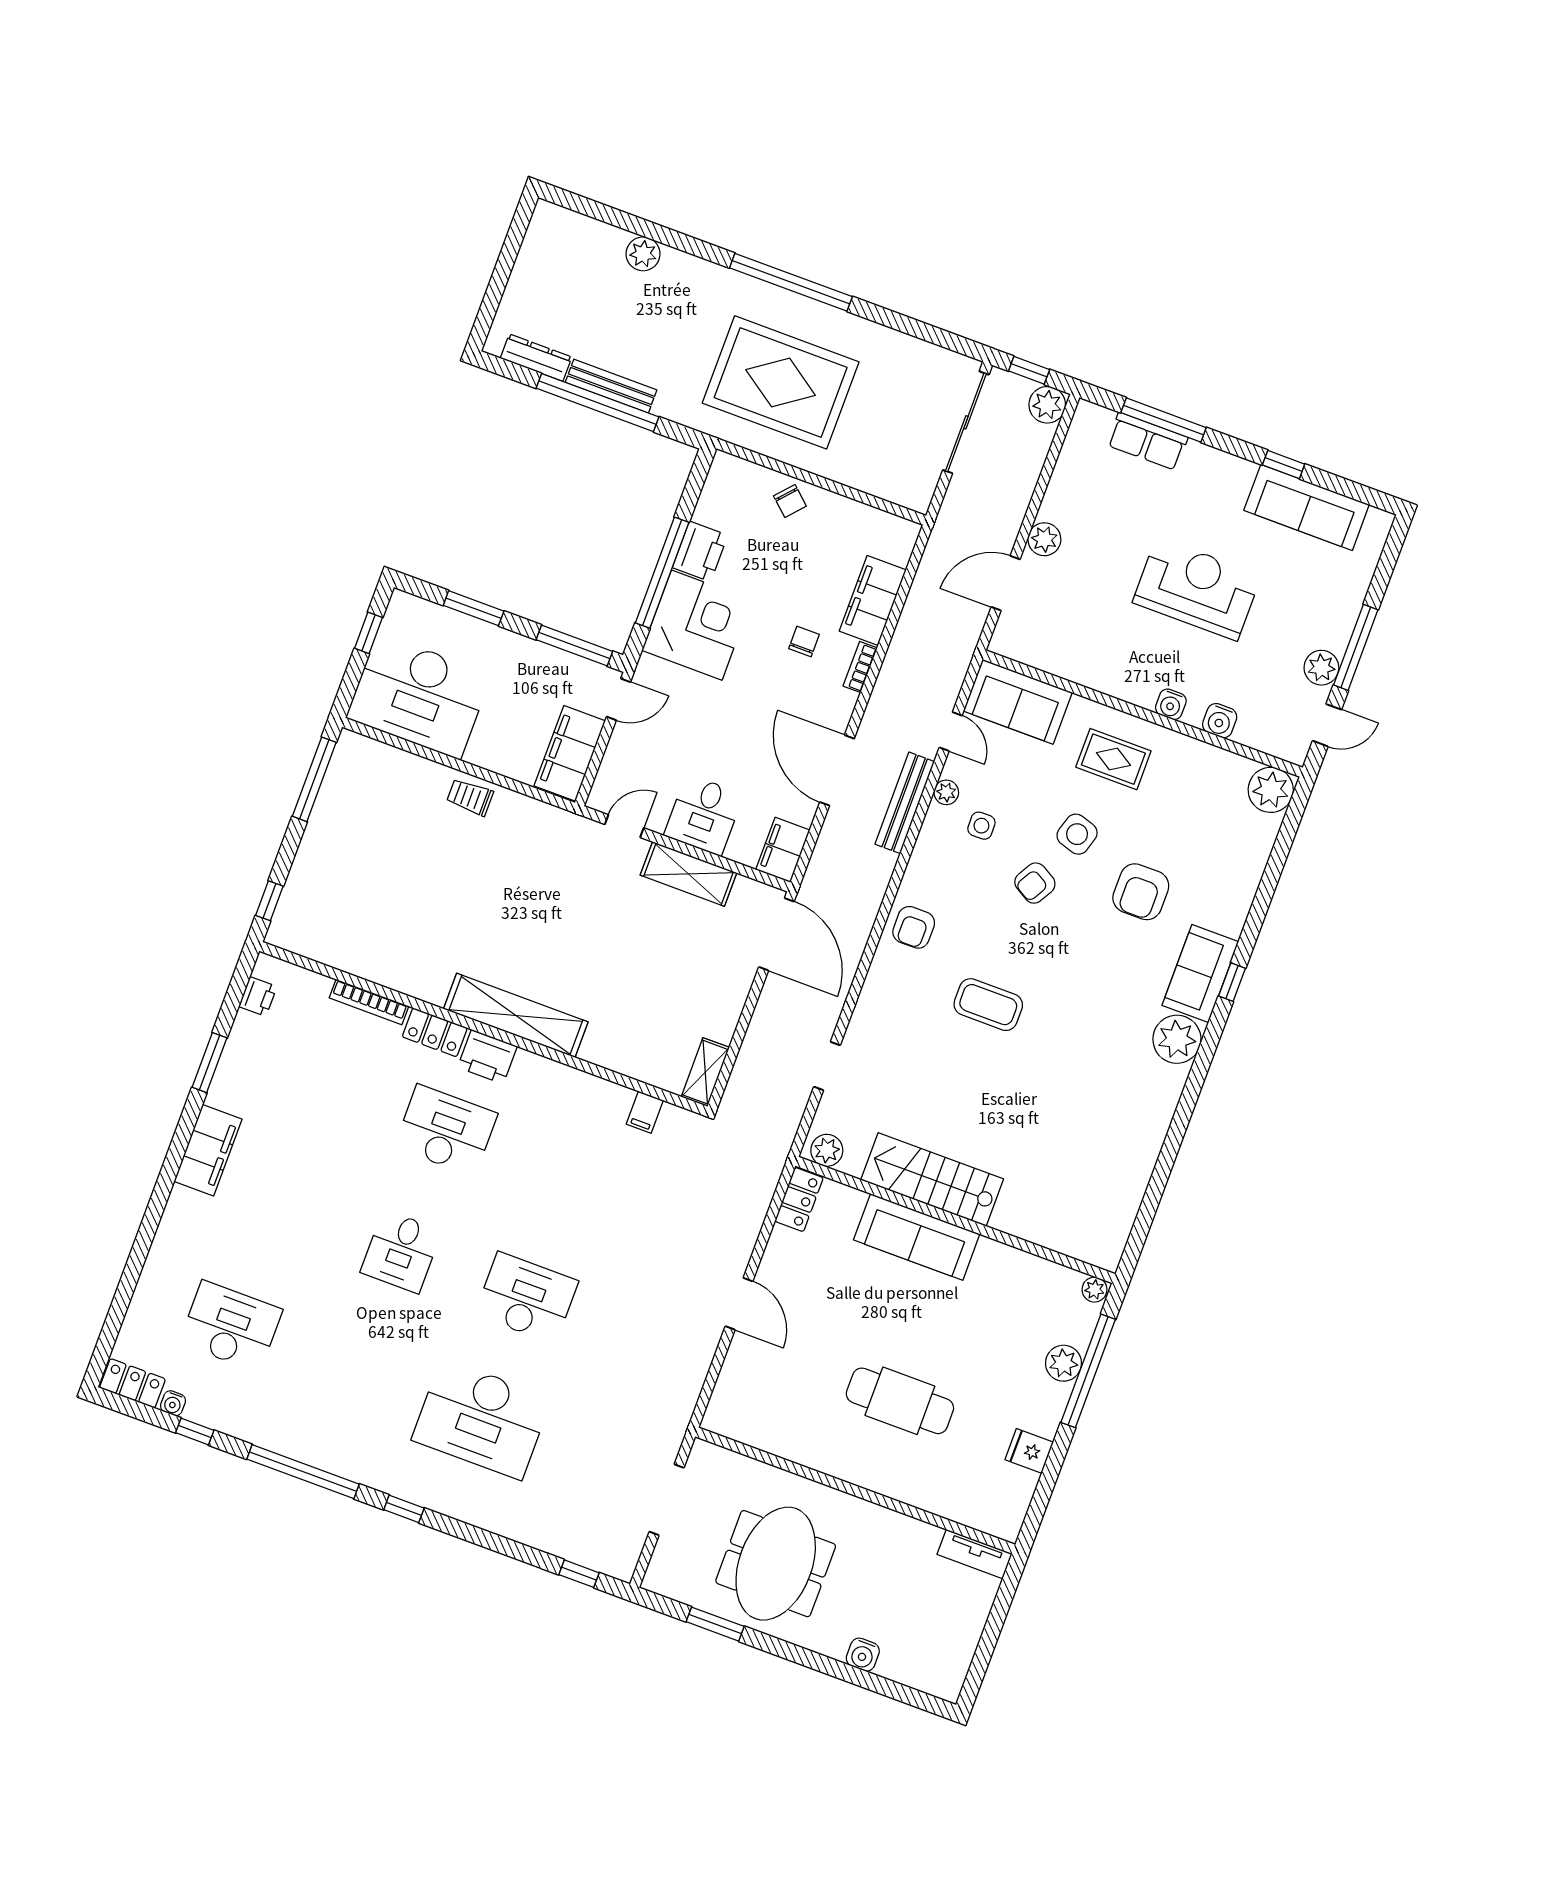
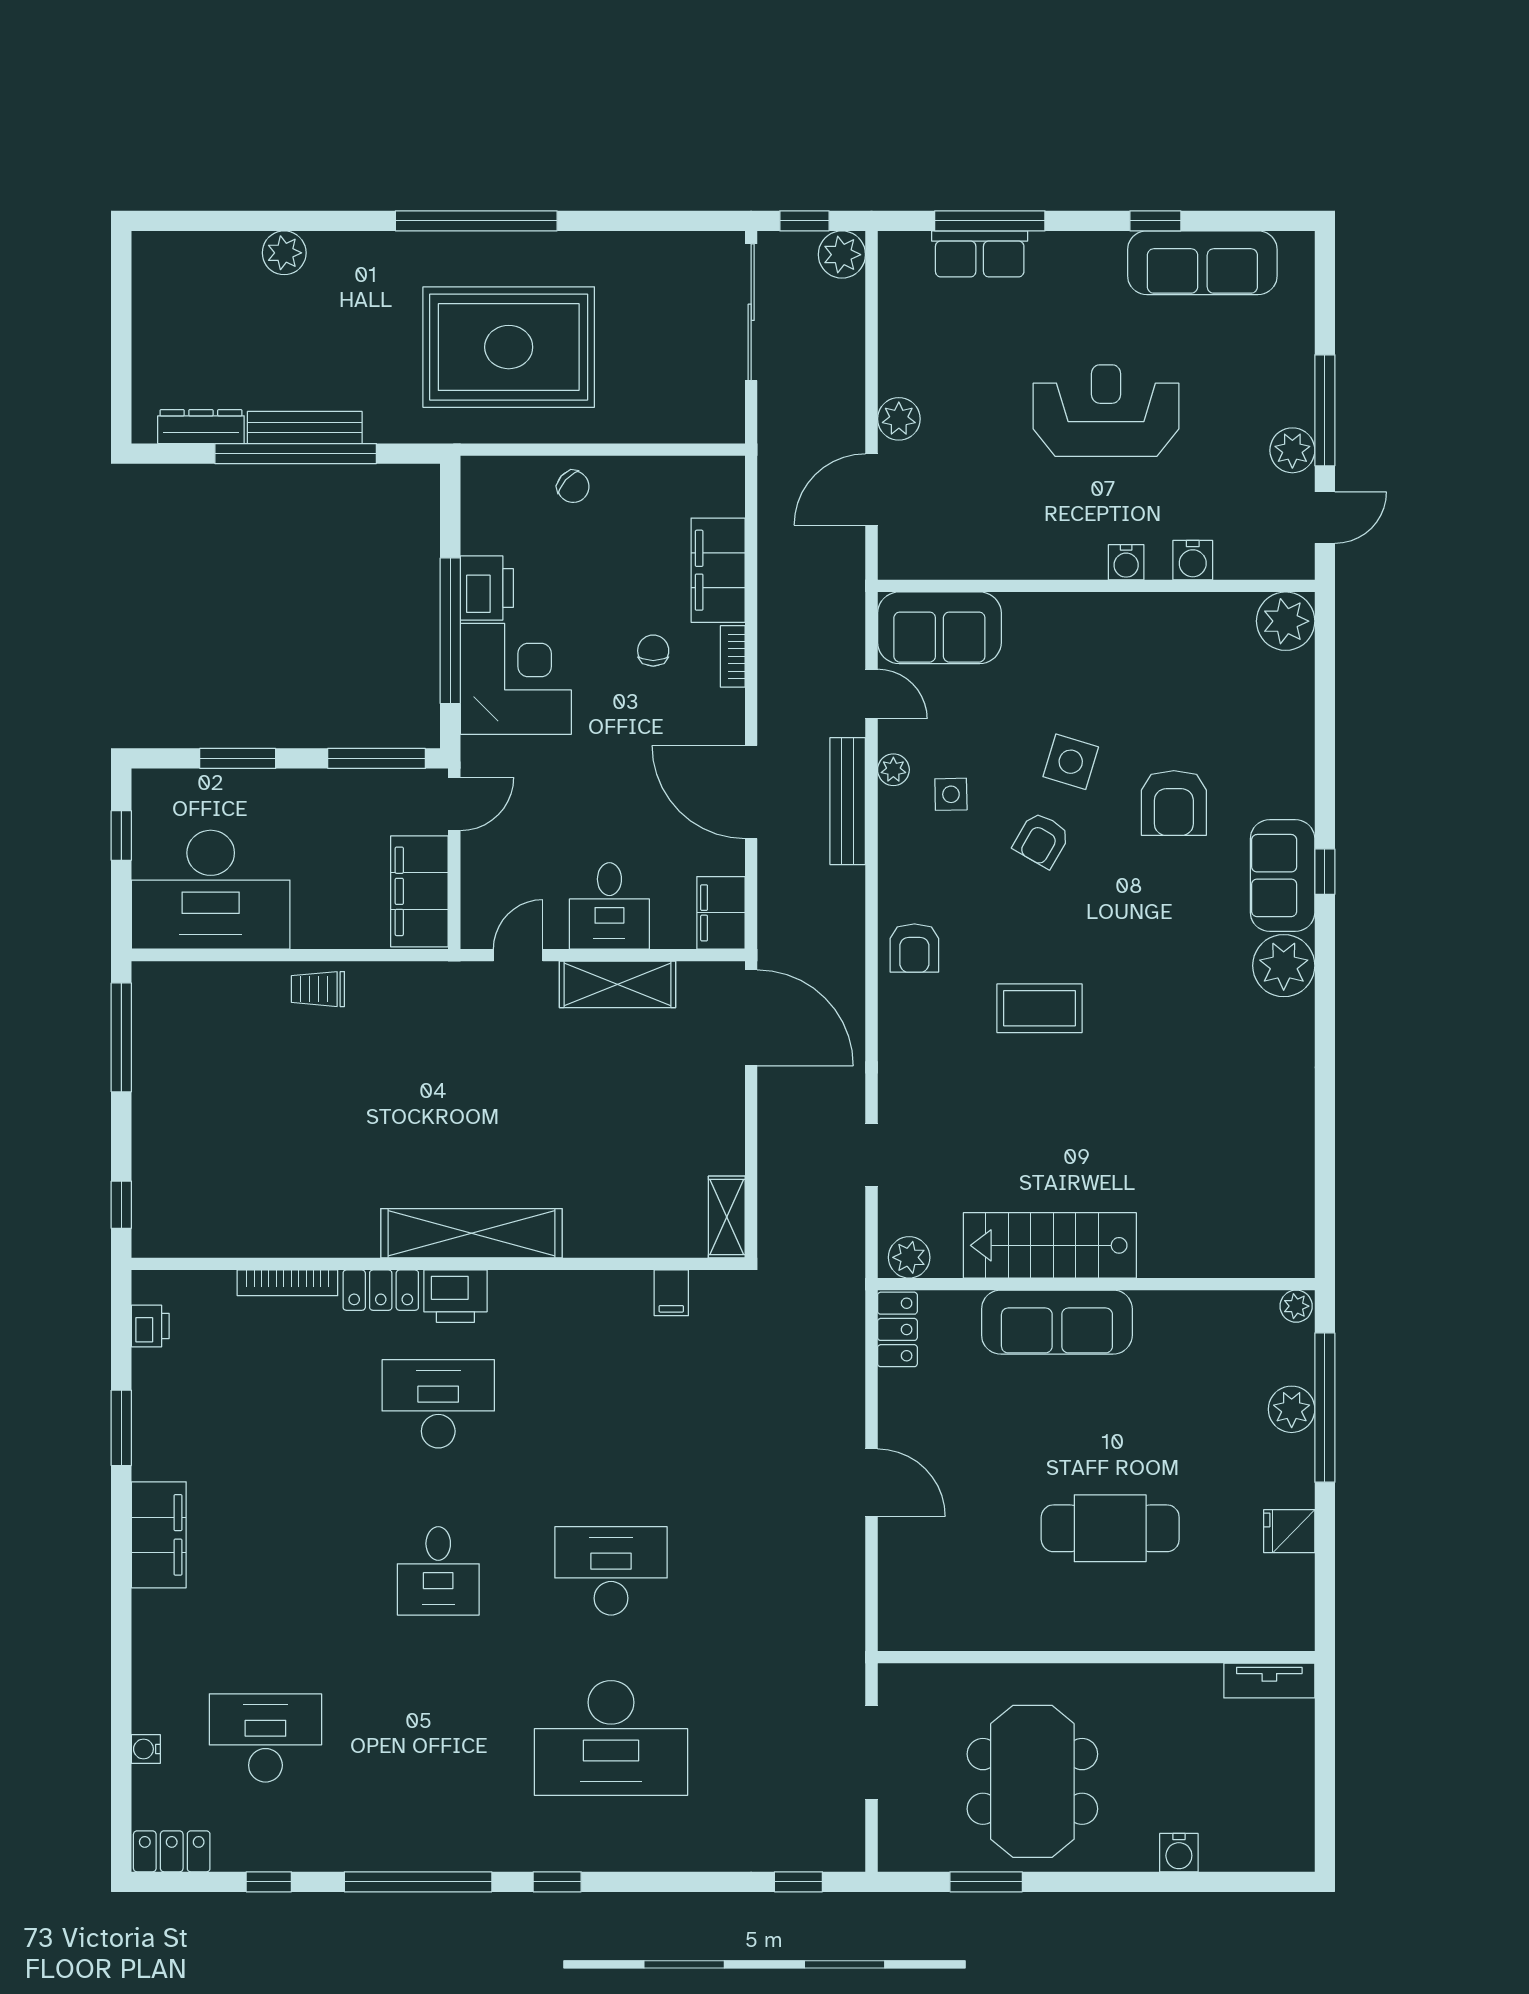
rug: (1113, 759) -> (1081, 654), removed
water cooler: (173, 1403) -> (146, 1749), moved, turned 90

